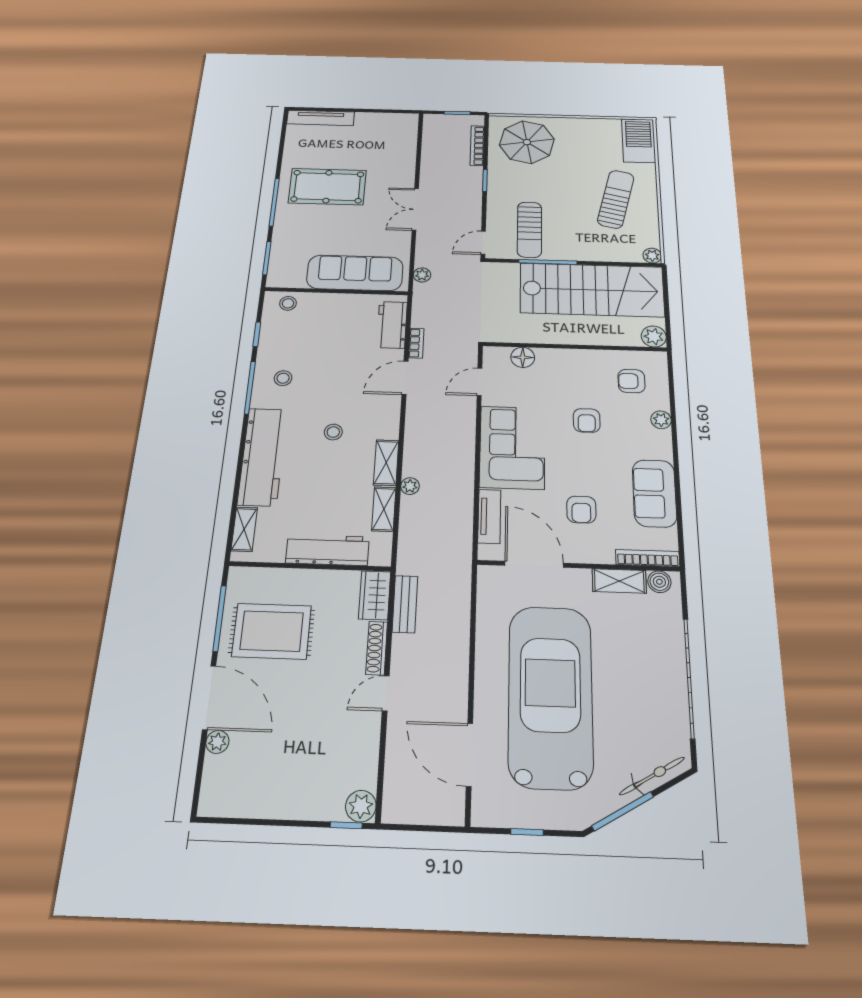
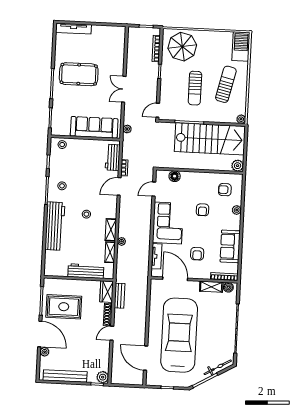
sun lounger: (529, 230) -> (195, 88), moved
shelving: (244, 529) -> (49, 261), removed
bench: (265, 805) -> (65, 376), added

